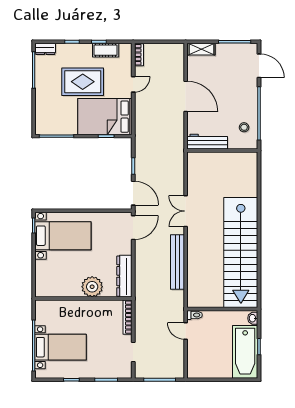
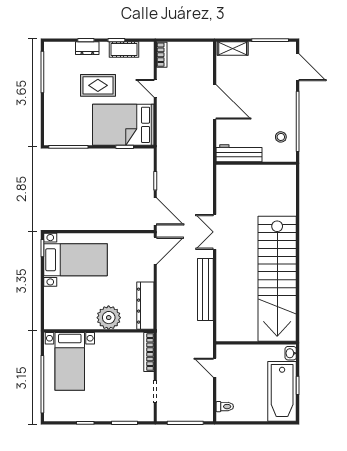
dresser: (45, 49) -> (87, 48), moved
rug: (83, 82) -> (98, 85), width x0.73, depth x0.70
door: (133, 84) -> (155, 88), swing flipped
toilet: (195, 315) -> (225, 407), moved
bed with nightstands: (61, 347) -> (70, 361), moved, turned 90

